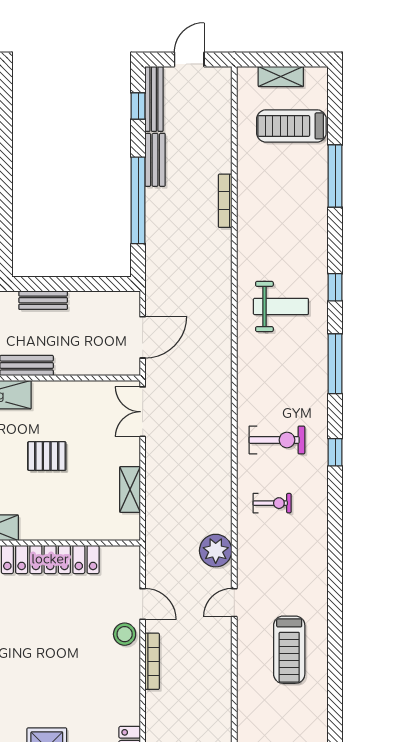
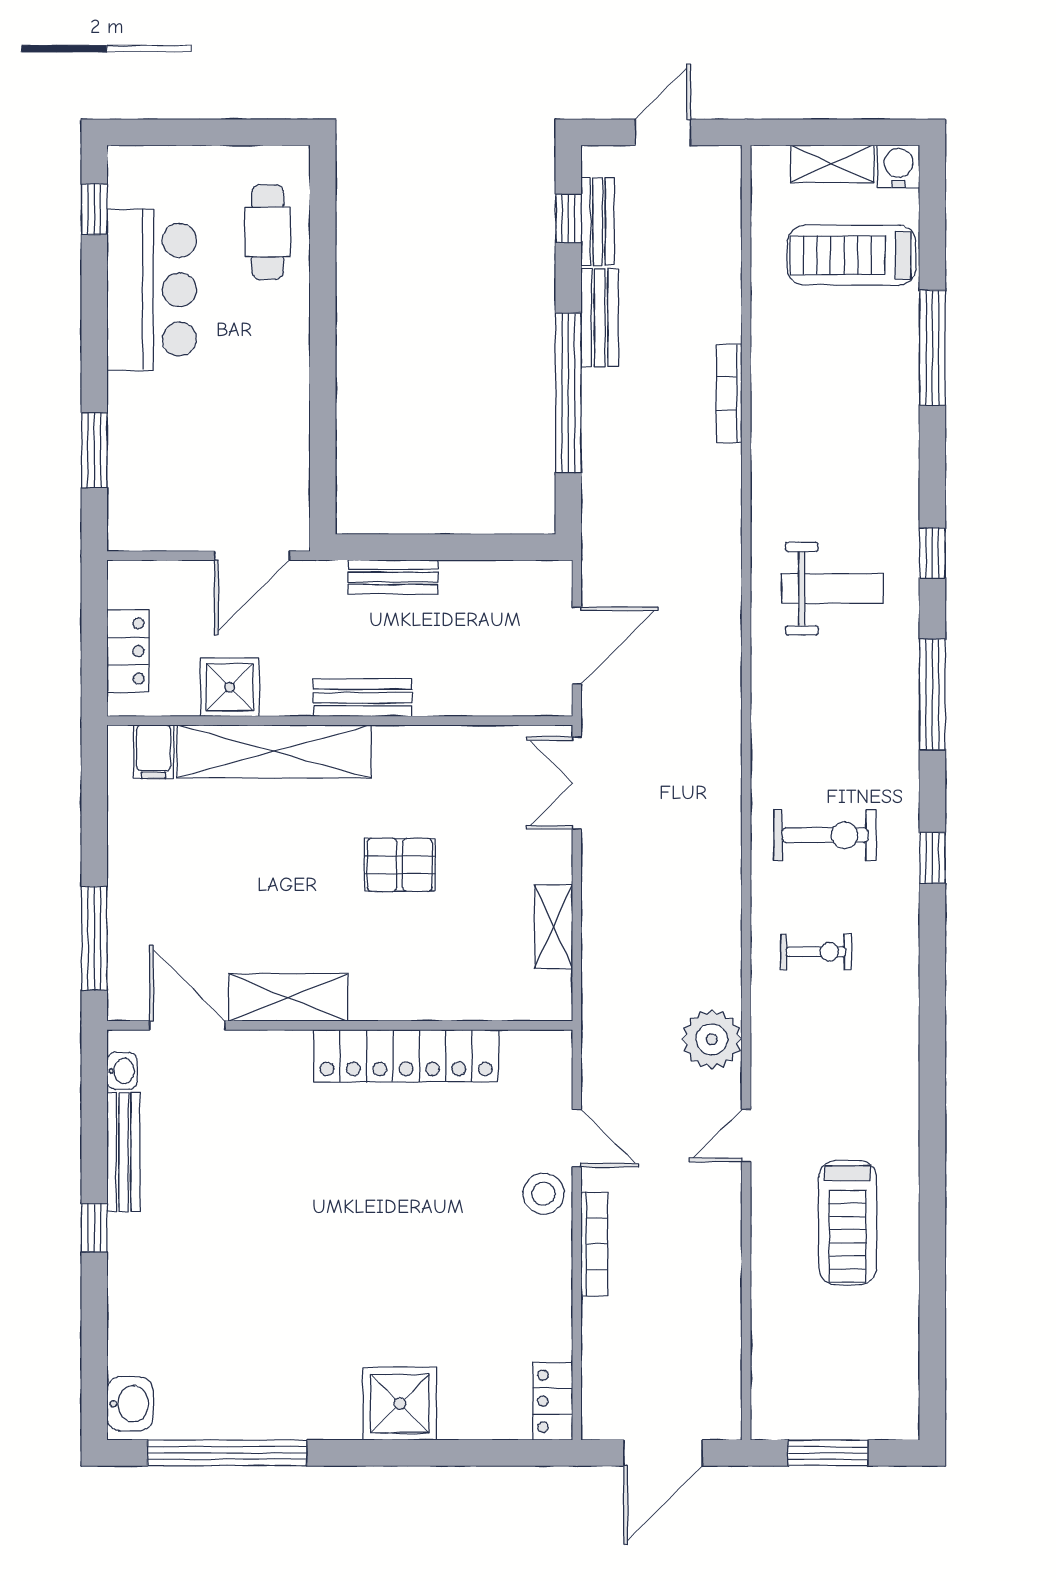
water cooler: (317, 78) -> (898, 166), added
bench: (154, 99) -> (598, 221), width x0.73

